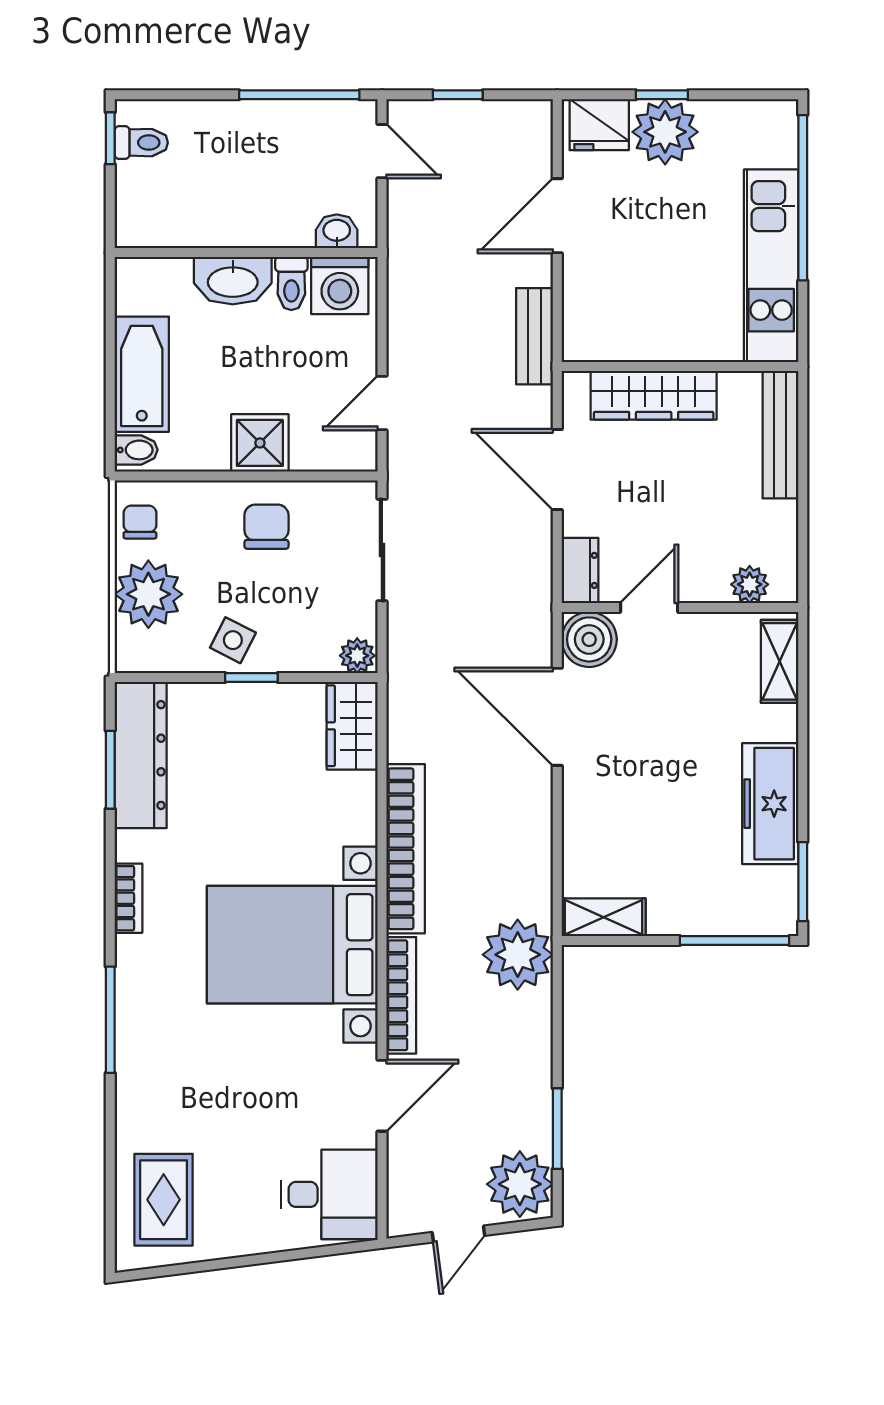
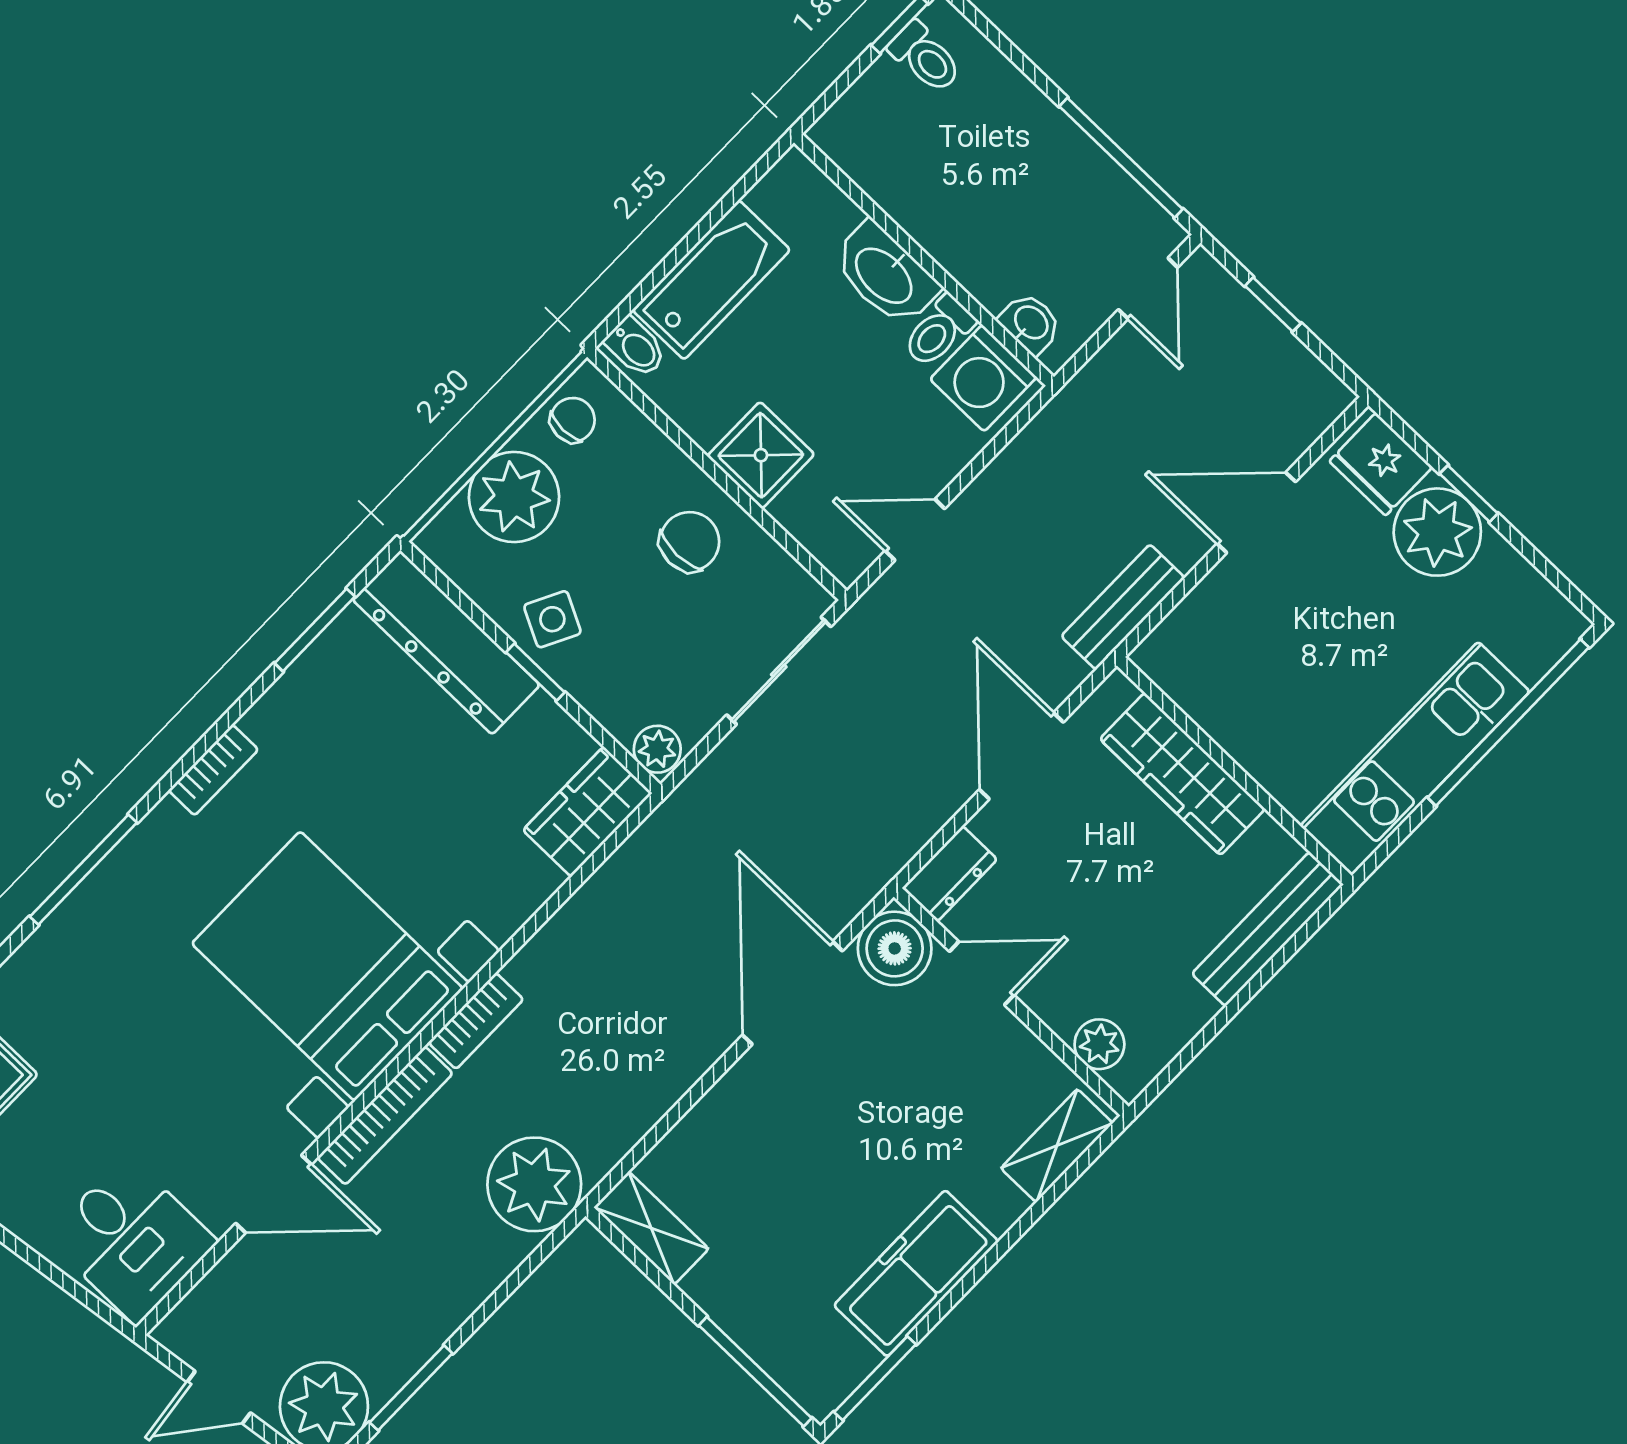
dresser: (141, 755) -> (446, 642), moved, turned 90
bookcase: (406, 849) -> (476, 1021), width x0.43, depth x0.76

